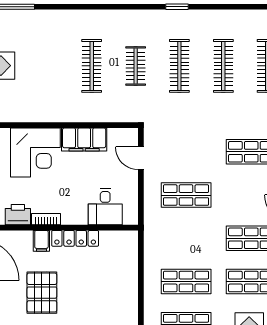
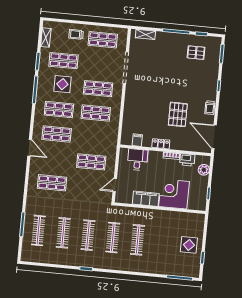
clothes rail: (136, 66) -> (113, 238), width x1.36
door: (141, 158) -> (115, 185), swing flipped
locker: (75, 238) -> (161, 144), width x0.66
filing cabinet: (41, 241) -> (137, 140), moved

